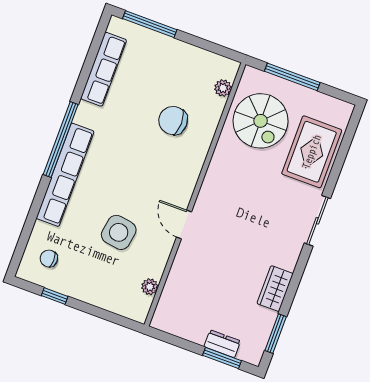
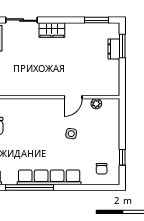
door: (184, 224) -> (73, 97), moved
side table: (119, 232) -> (71, 134), width x0.54, depth x0.54
wardrobe: (275, 289) -> (52, 30), moved

